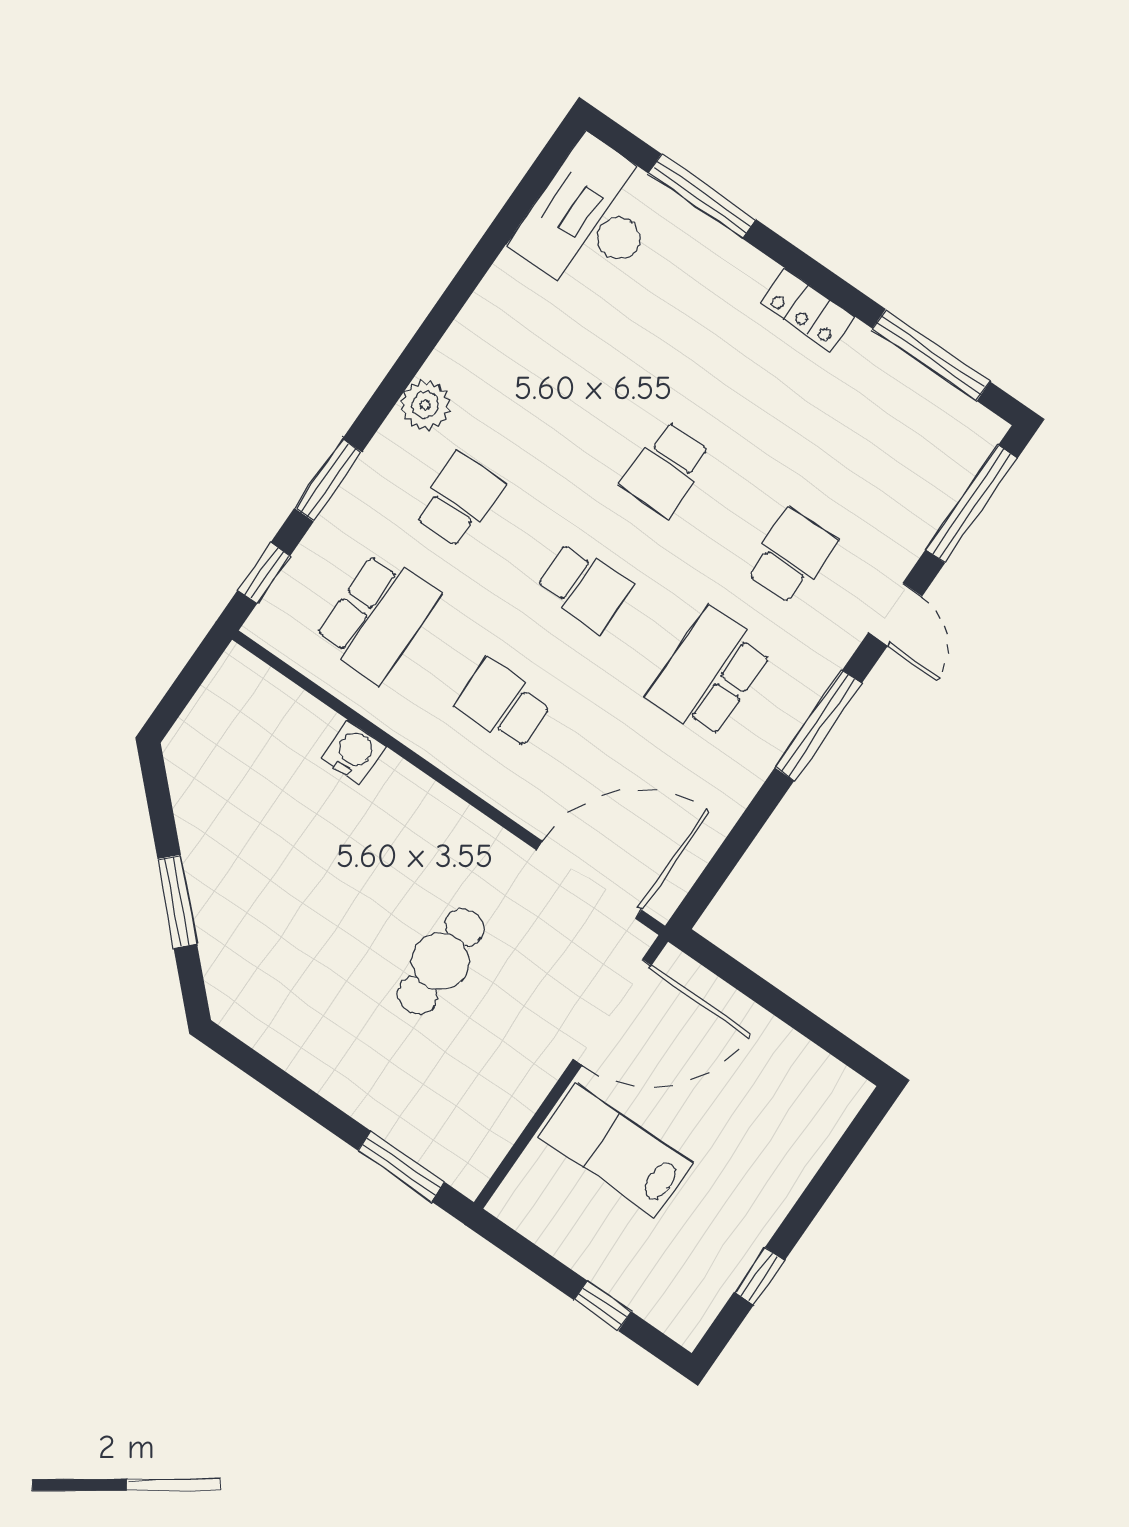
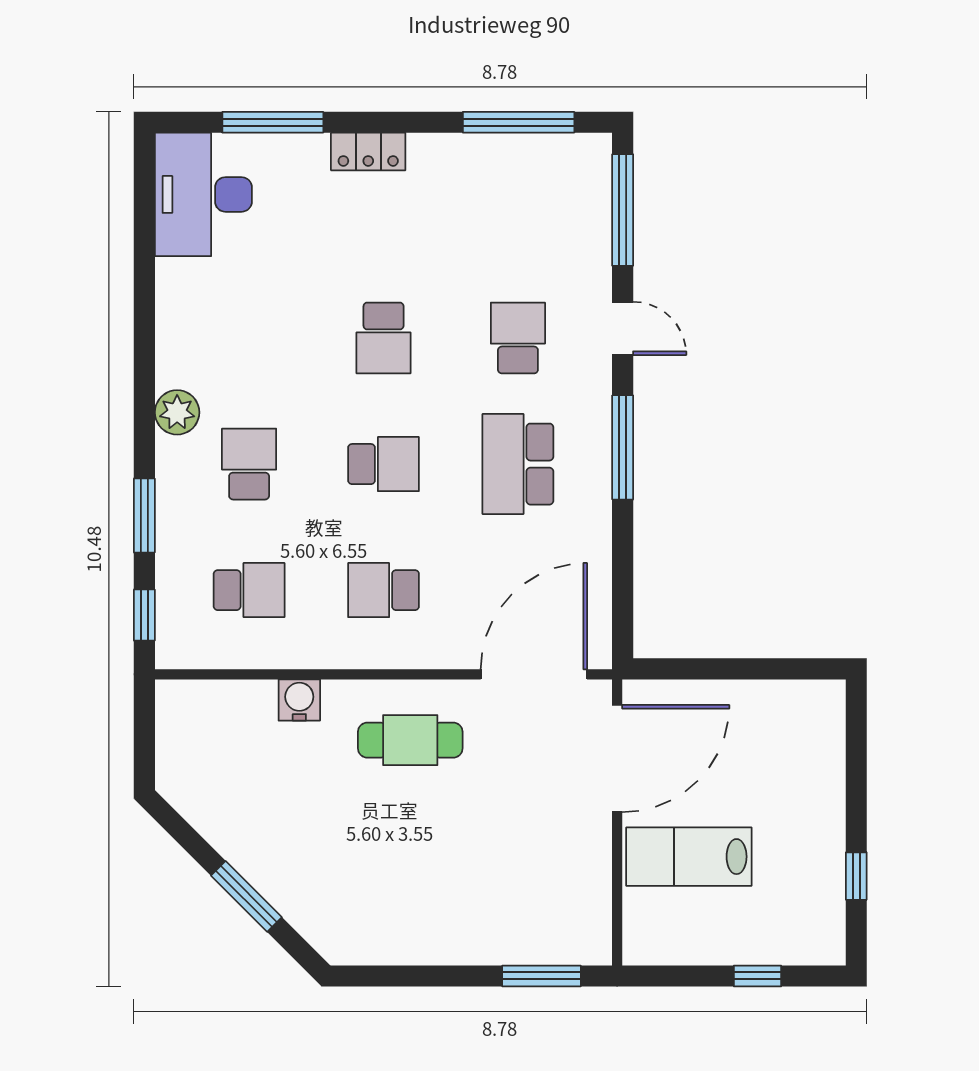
locker: (808, 310) -> (368, 152), moved
school desk: (378, 617) -> (249, 590), width x0.54
cafe table: (441, 961) -> (410, 740), moved, turned 90

